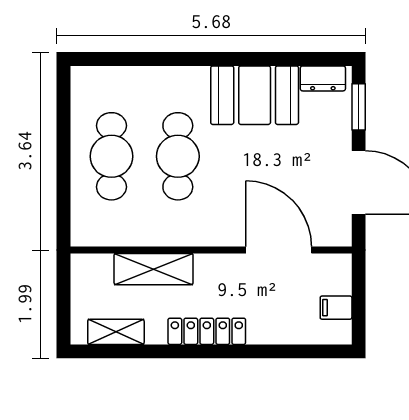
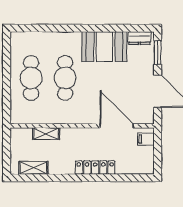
shelving: (154, 269) -> (46, 134), width x0.67, depth x0.75
filing cabinet: (336, 308) -> (146, 139), moved
locker: (207, 331) -> (95, 168), moved

